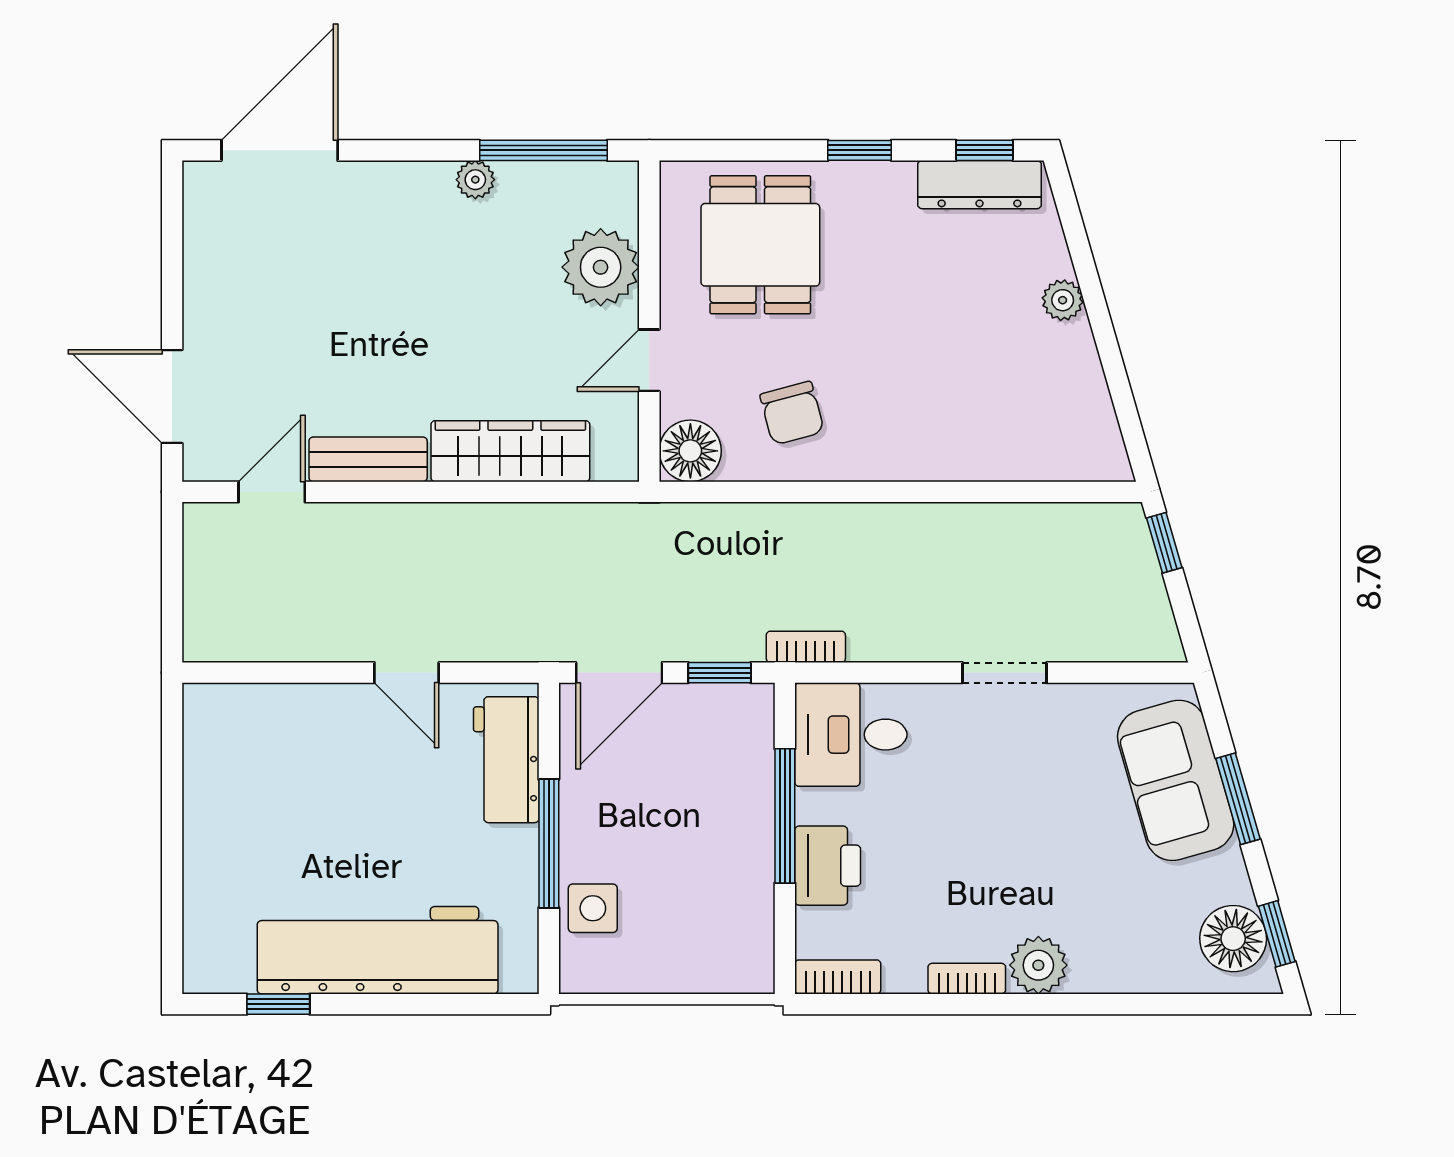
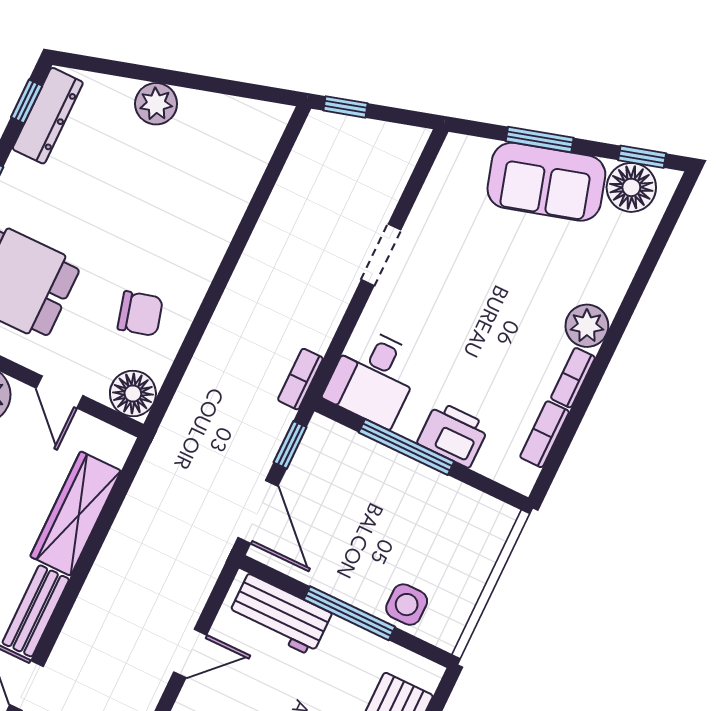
plant: (1063, 300) -> (156, 104), width x1.38, depth x1.38
sofa: (1176, 780) -> (546, 182), moved
bookcase: (838, 977) -> (545, 434), moved

